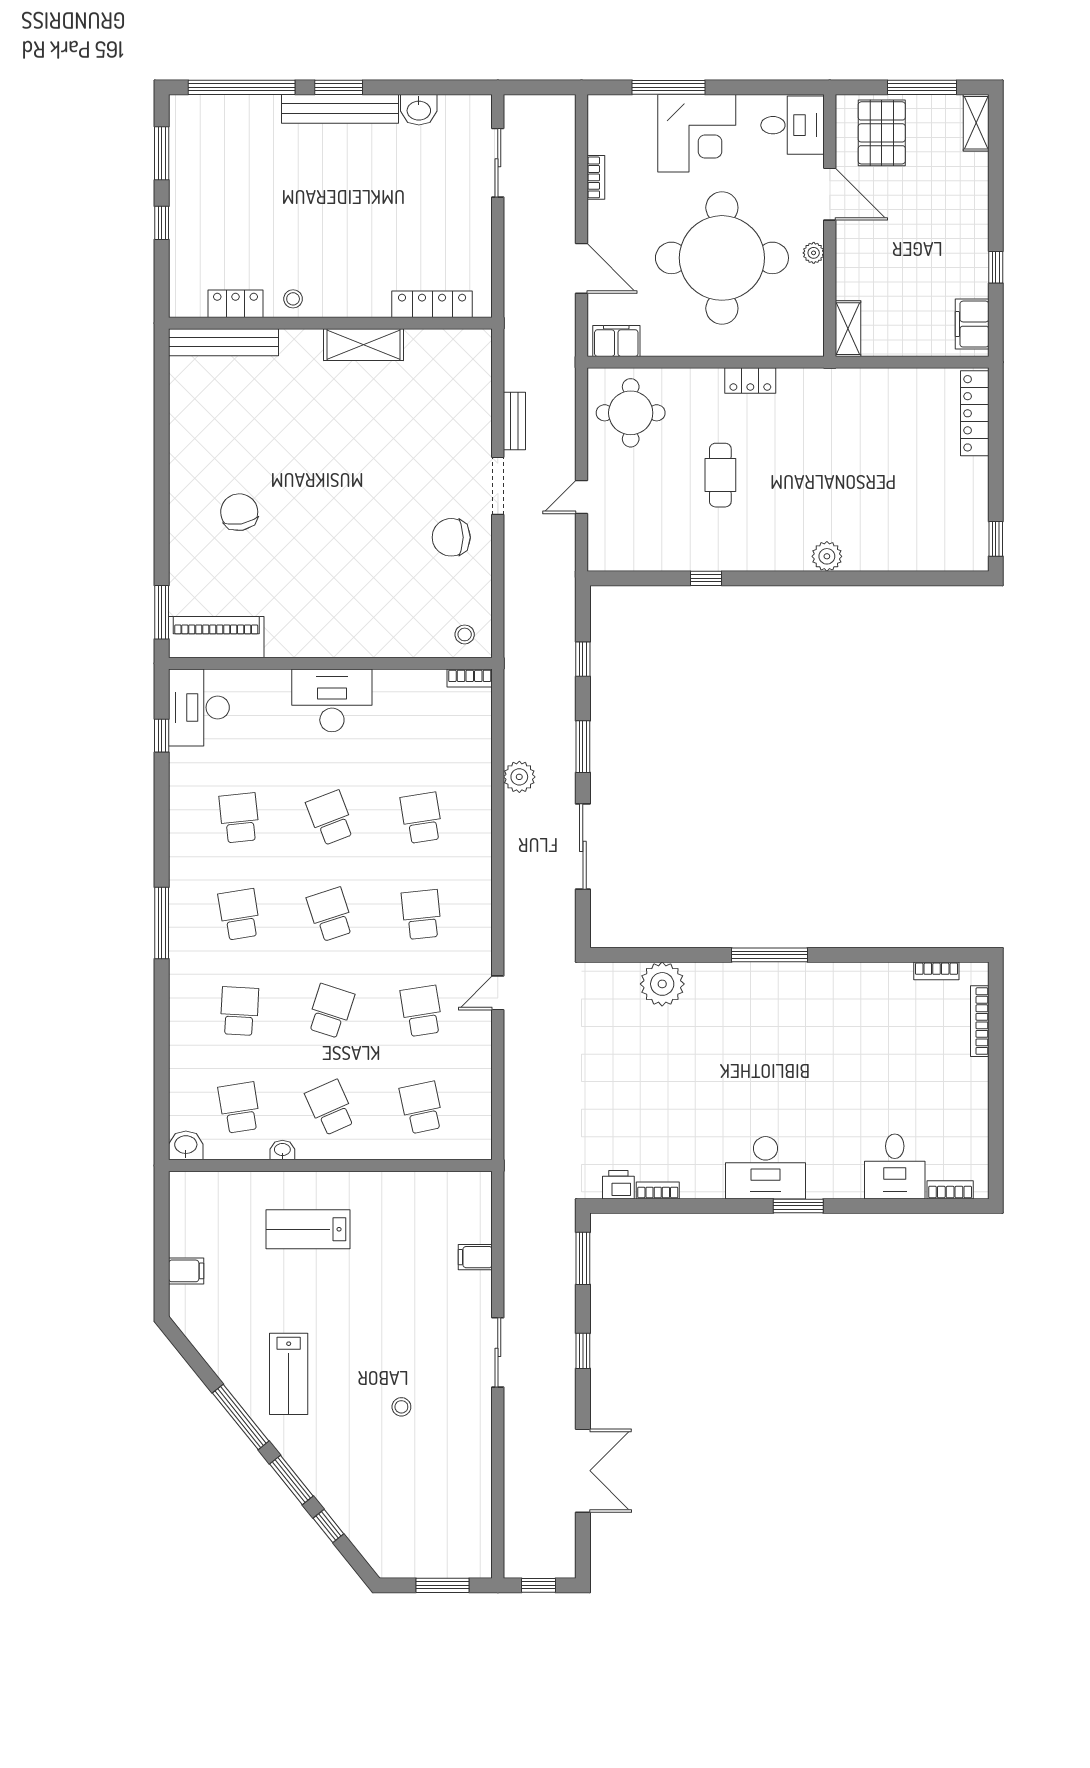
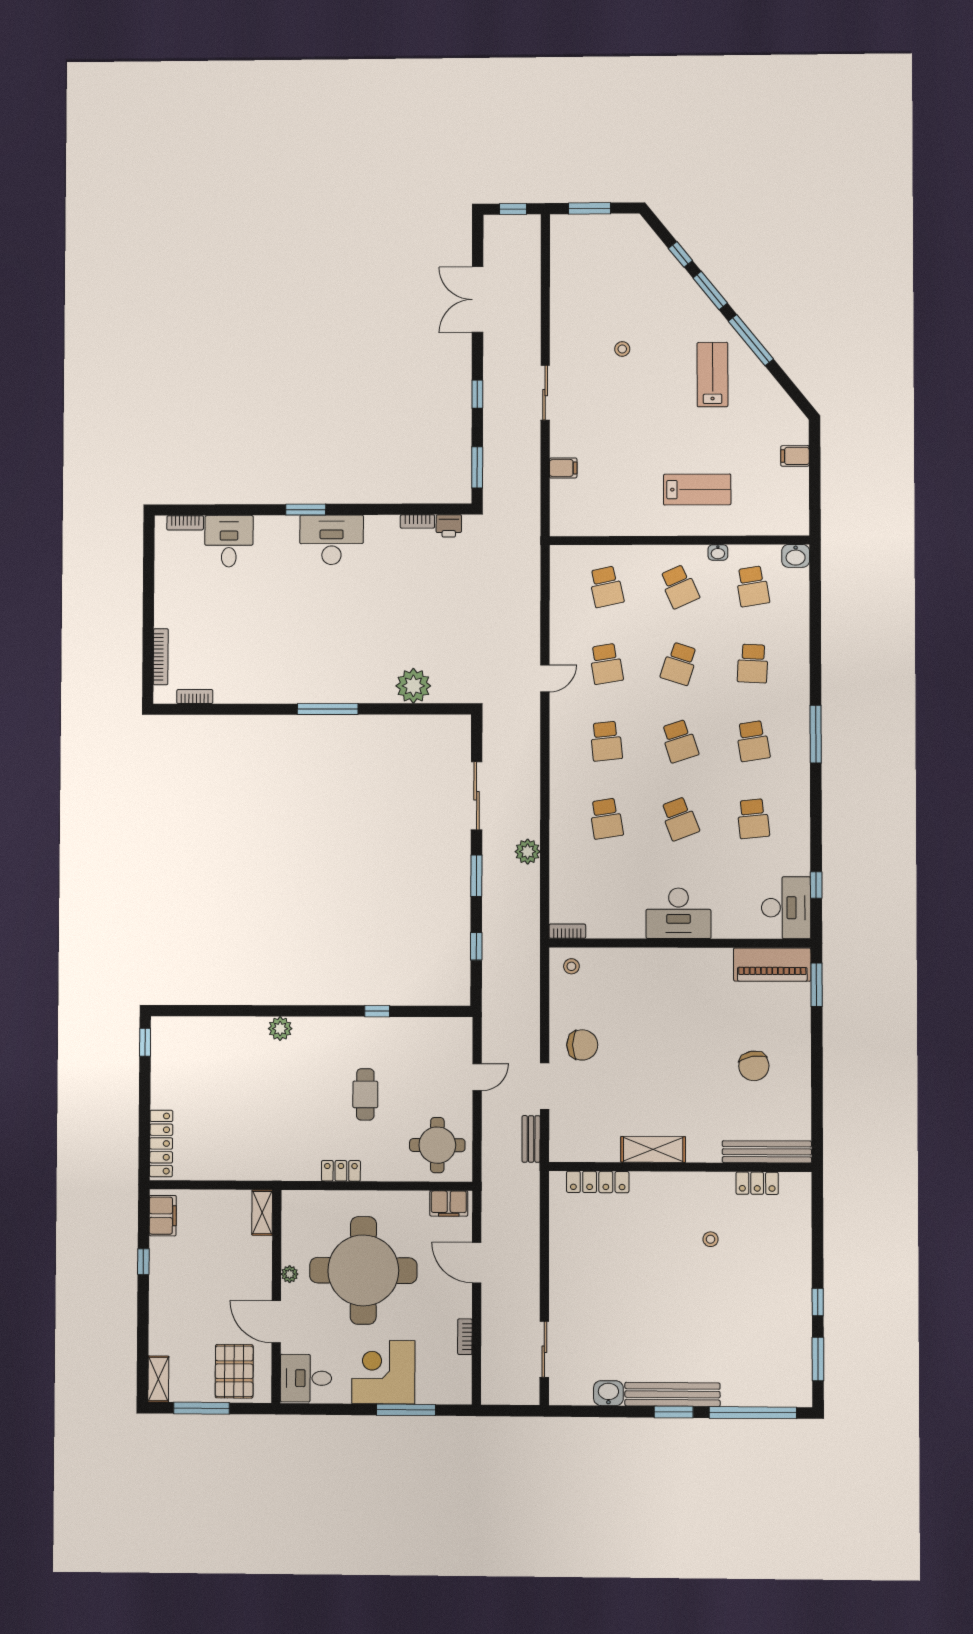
locker: (236, 304) -> (757, 1183), moved
locker: (432, 304) -> (598, 1182), moved
wall: (330, 323) -> (680, 1167), moved
bench: (223, 342) -> (767, 1152), moved
shelving: (364, 345) -> (653, 1149), moved

